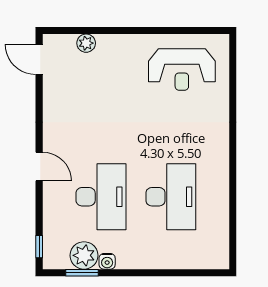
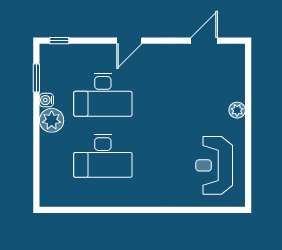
plant: (86, 43) -> (237, 110), moved
door: (39, 59) -> (204, 41), moved
plant: (84, 255) -> (52, 120), moved

